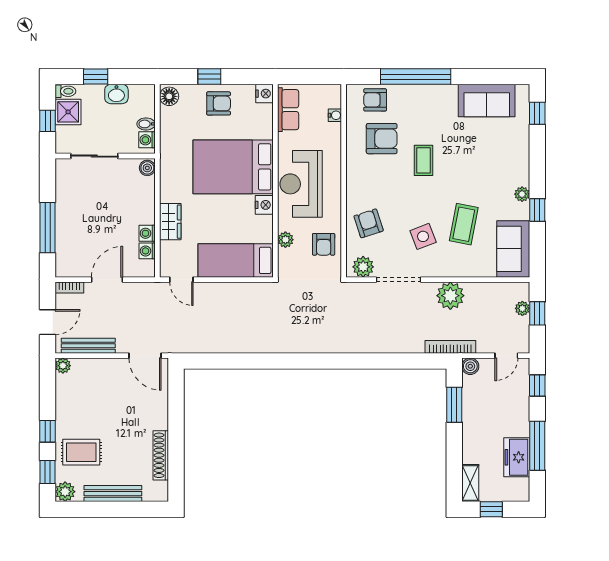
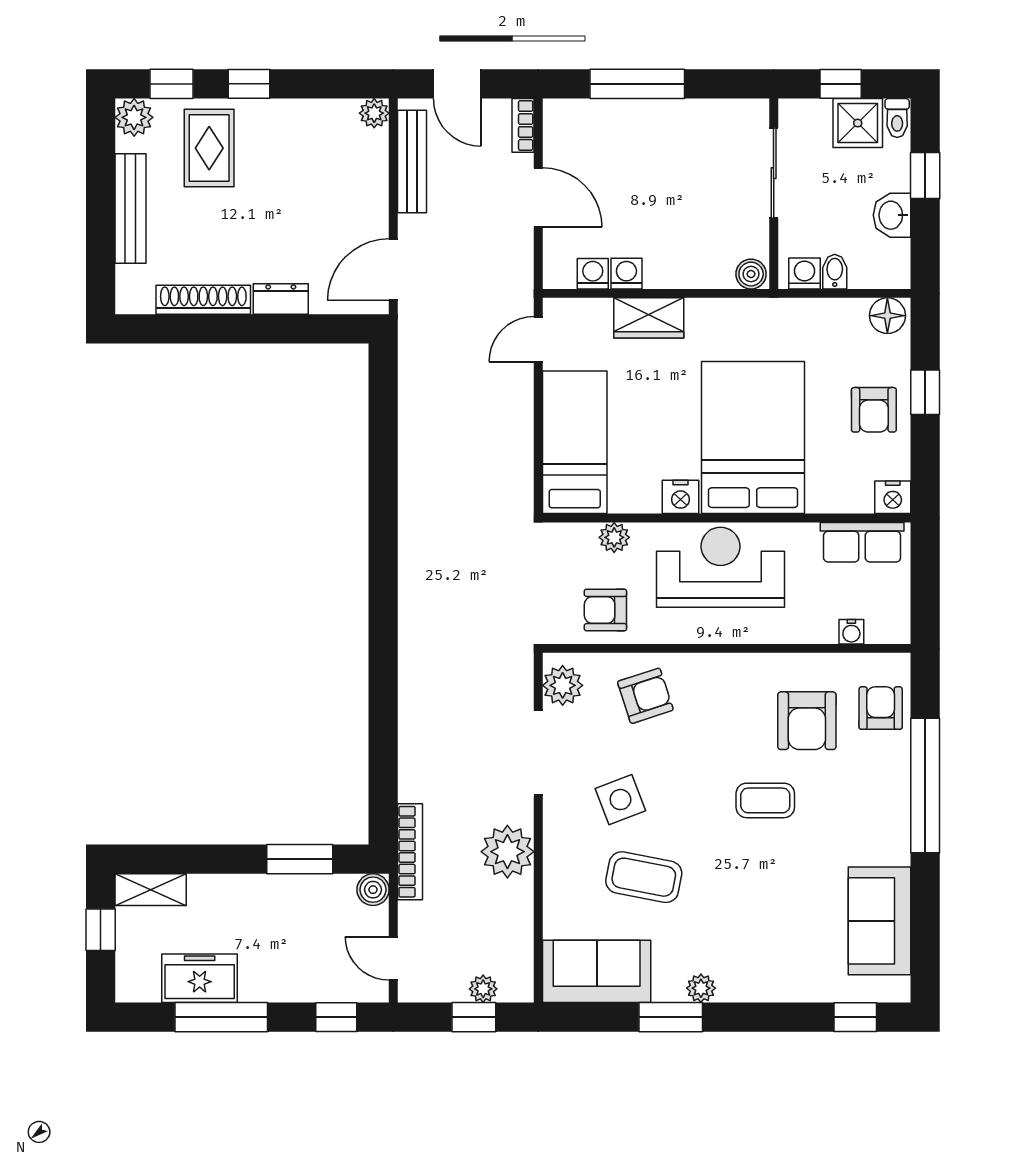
window: (537, 210) -> (671, 1017), width x1.50
dresser: (160, 415) -> (281, 299), added

